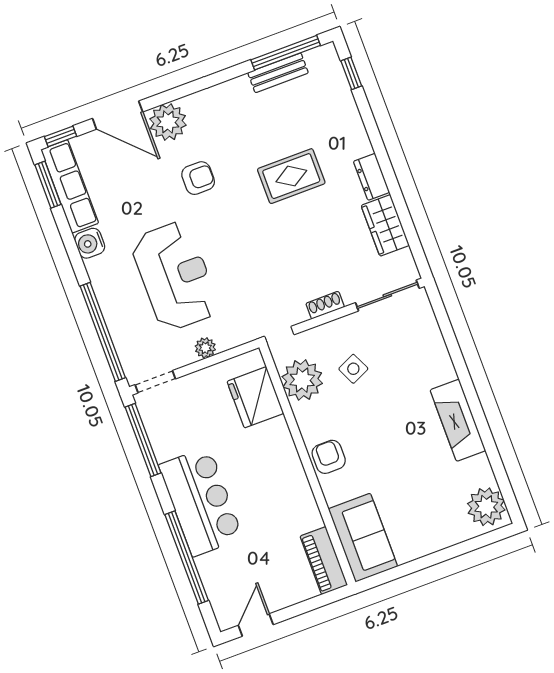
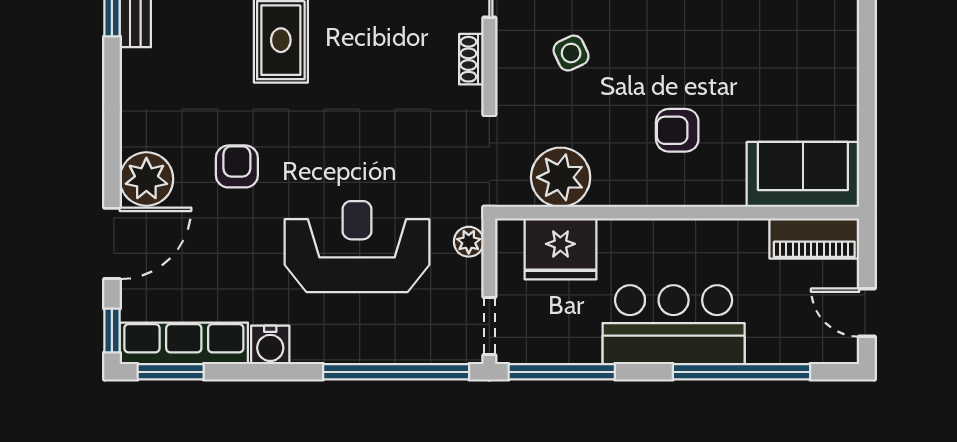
plant: (302, 380) -> (561, 177), moved
fridge: (255, 397) -> (560, 249), moved
wall: (307, 465) -> (677, 213), moved
sofa: (363, 538) -> (803, 174), moved
piano: (324, 561) -> (814, 239), moved

